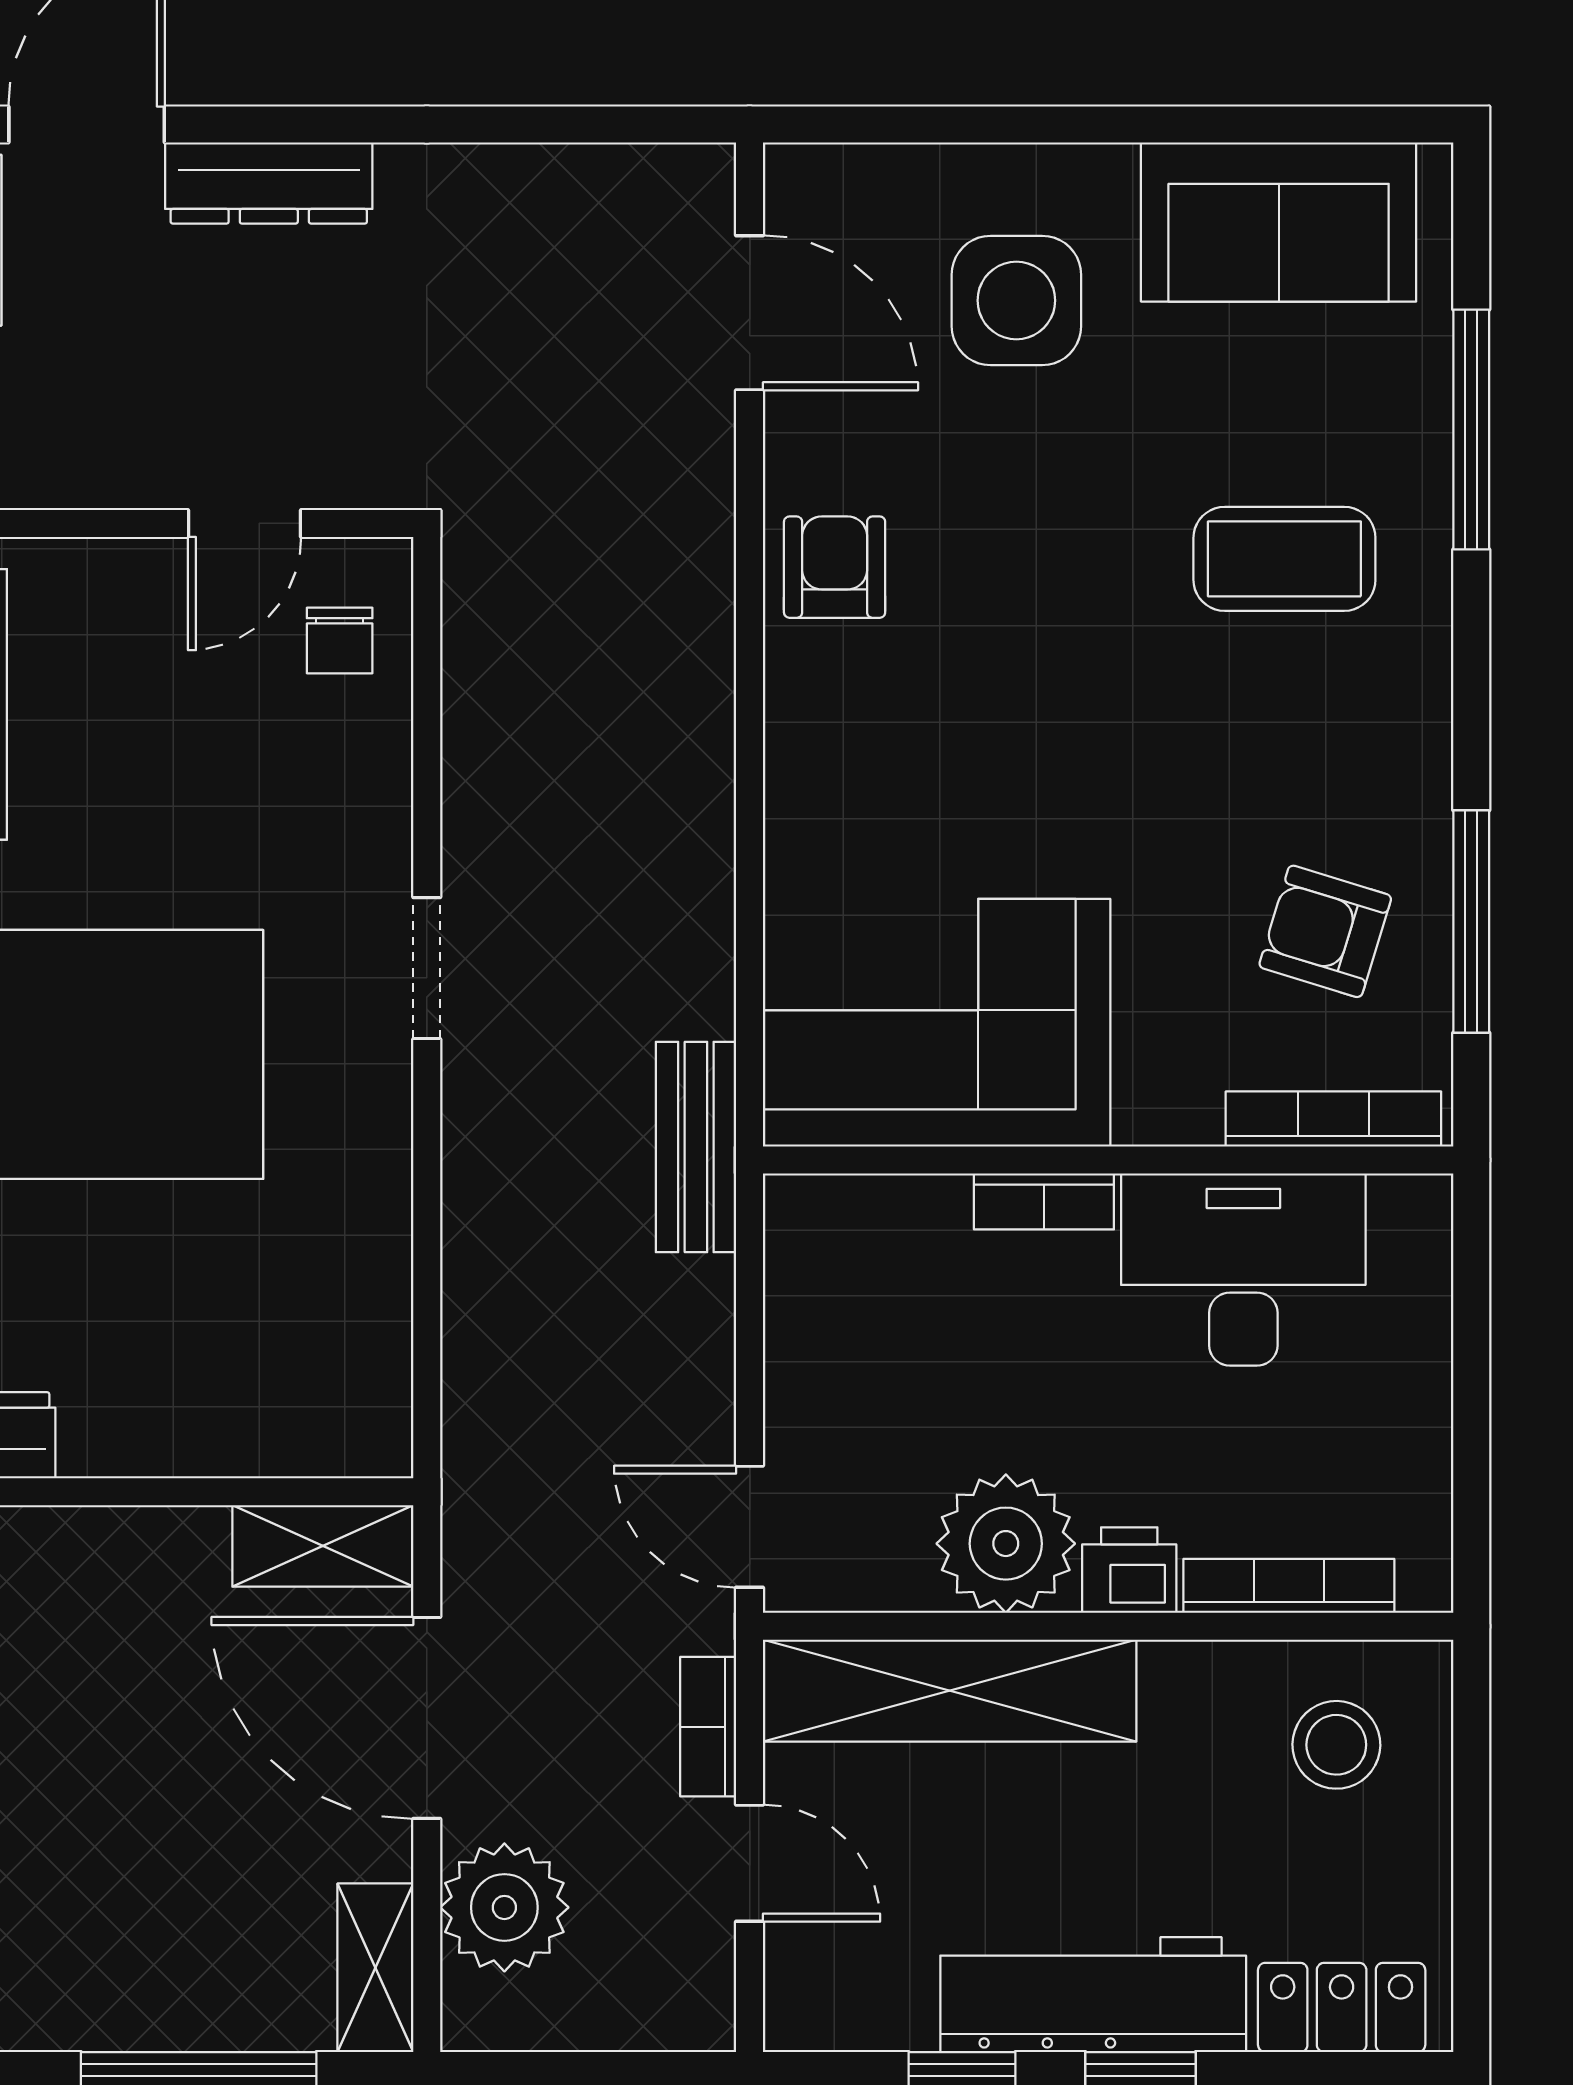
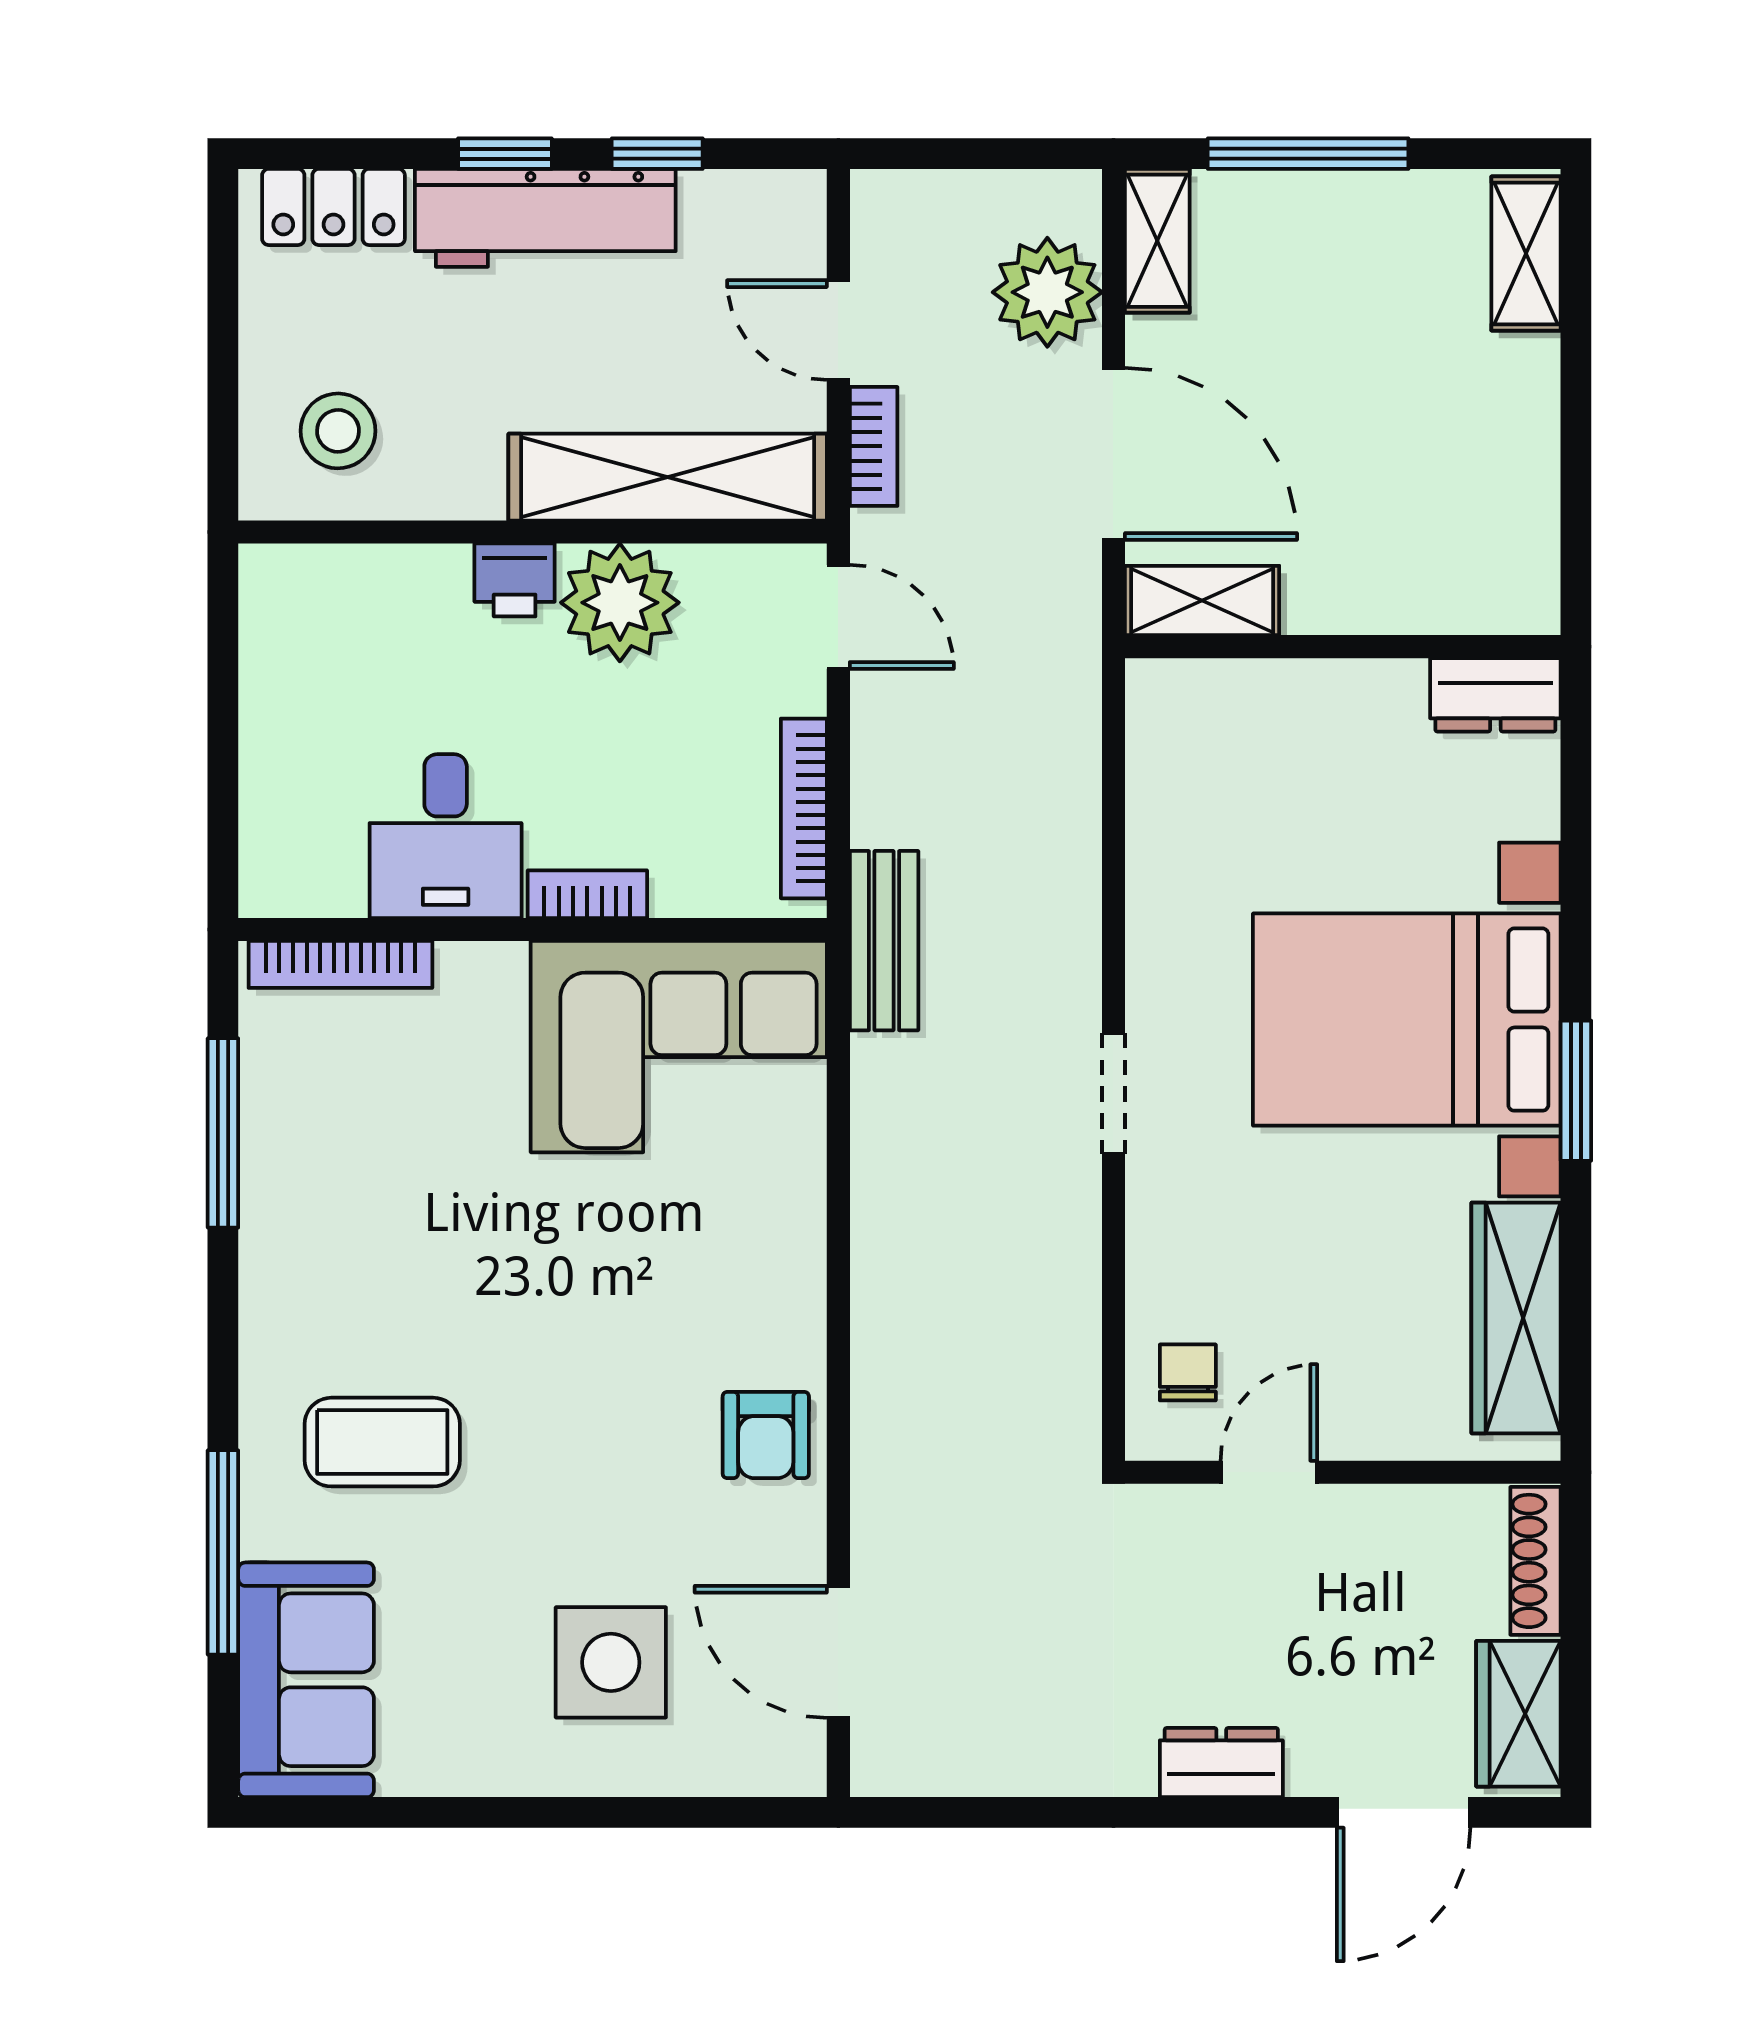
dresser: (269, 183) -> (1221, 1763), width x0.70
sofa: (1279, 222) -> (306, 1680), moved, turned 90
armchair: (1325, 931) -> (347, 1124), removed
desk: (1243, 1270) -> (446, 836), width x0.73
bookcase: (1289, 1586) -> (804, 808), moved, turned 90

